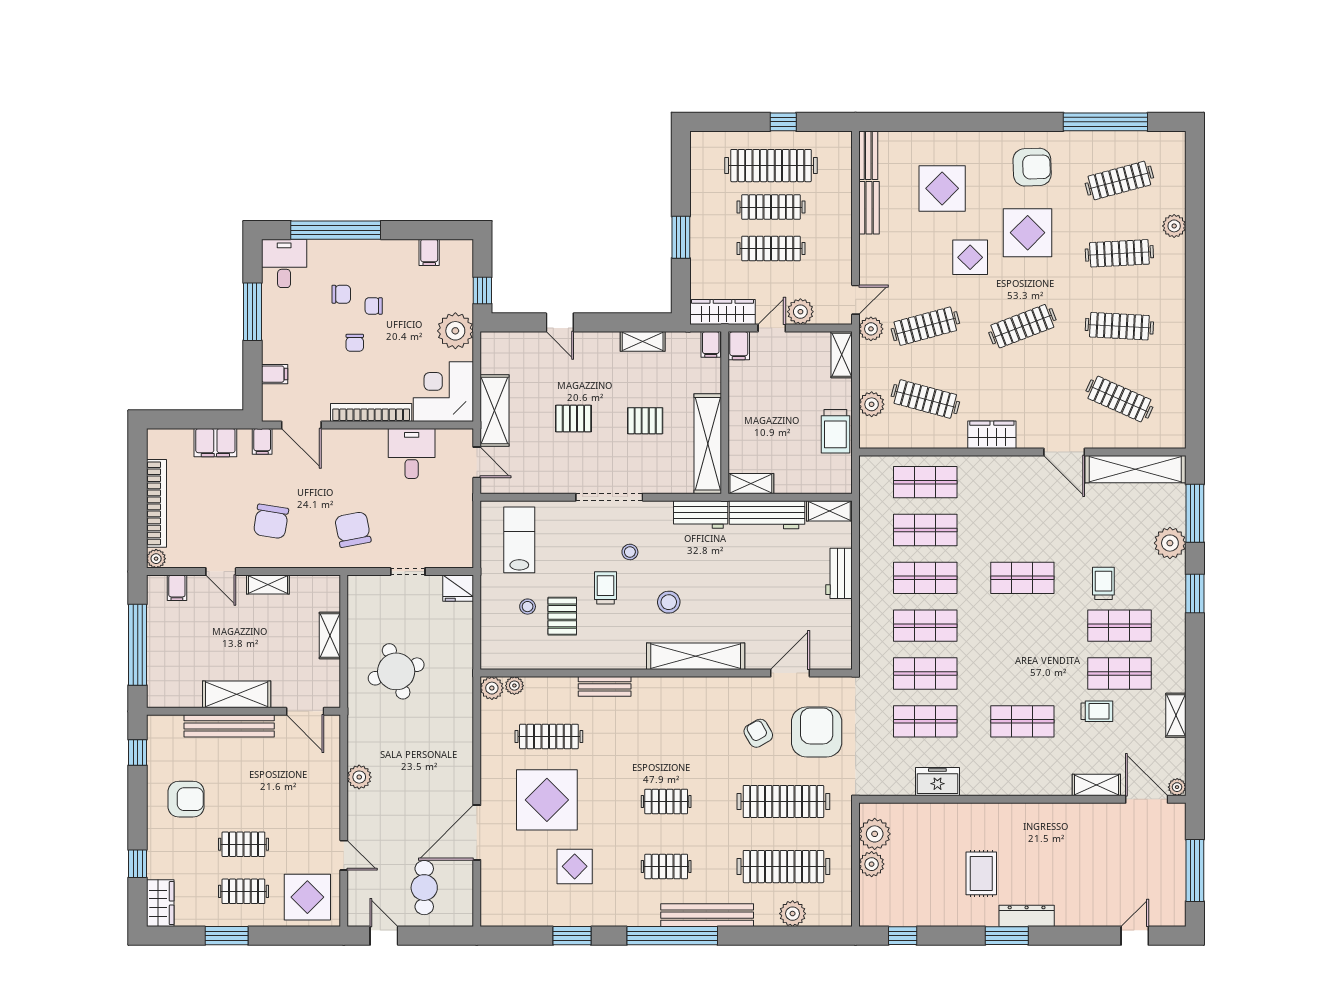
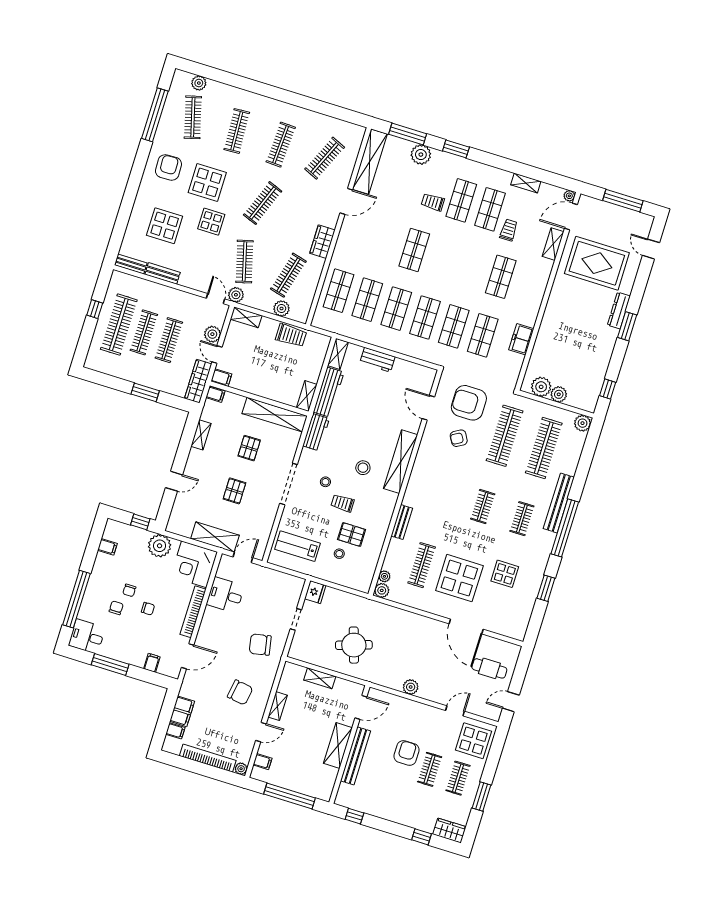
plant: (1174, 226) -> (199, 83), moved
clothes rail: (1022, 326) -> (263, 203), turned 42
filing cabinet: (262, 441) -> (175, 731), moved
armchair: (186, 799) -> (407, 753), moved
rug: (981, 873) -> (597, 263), moved, width x1.86, depth x2.06
plant: (793, 914) -> (583, 423), moved

